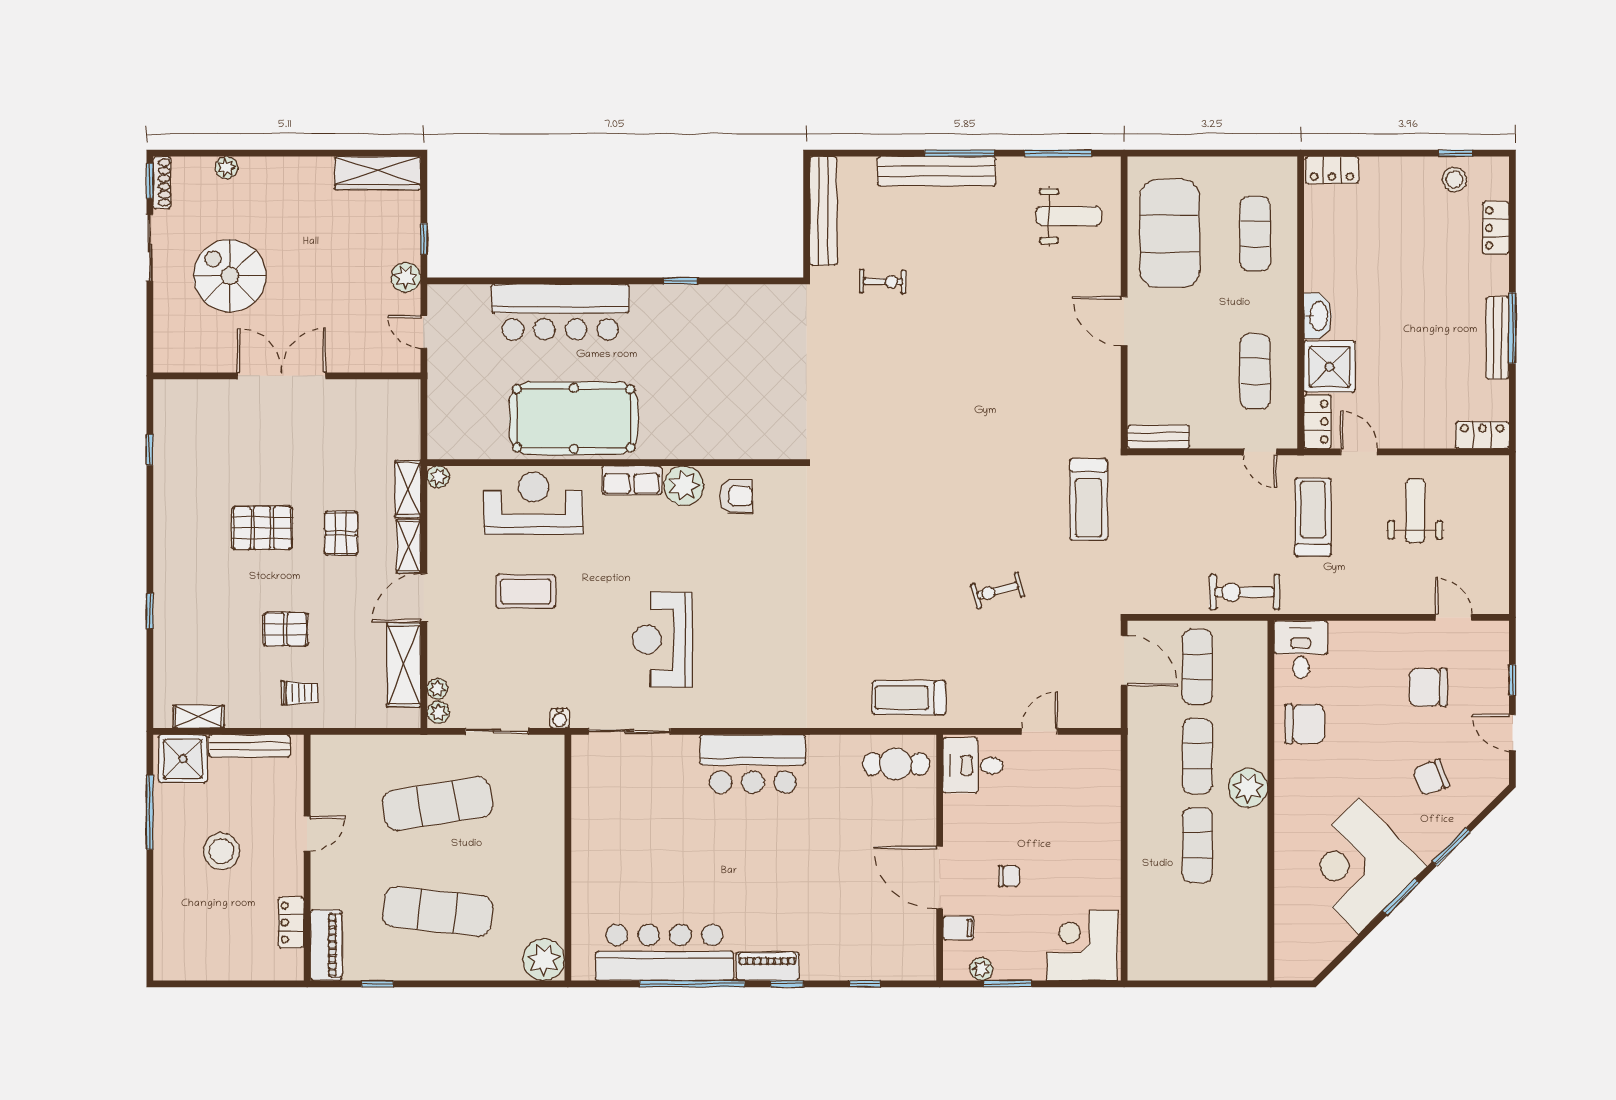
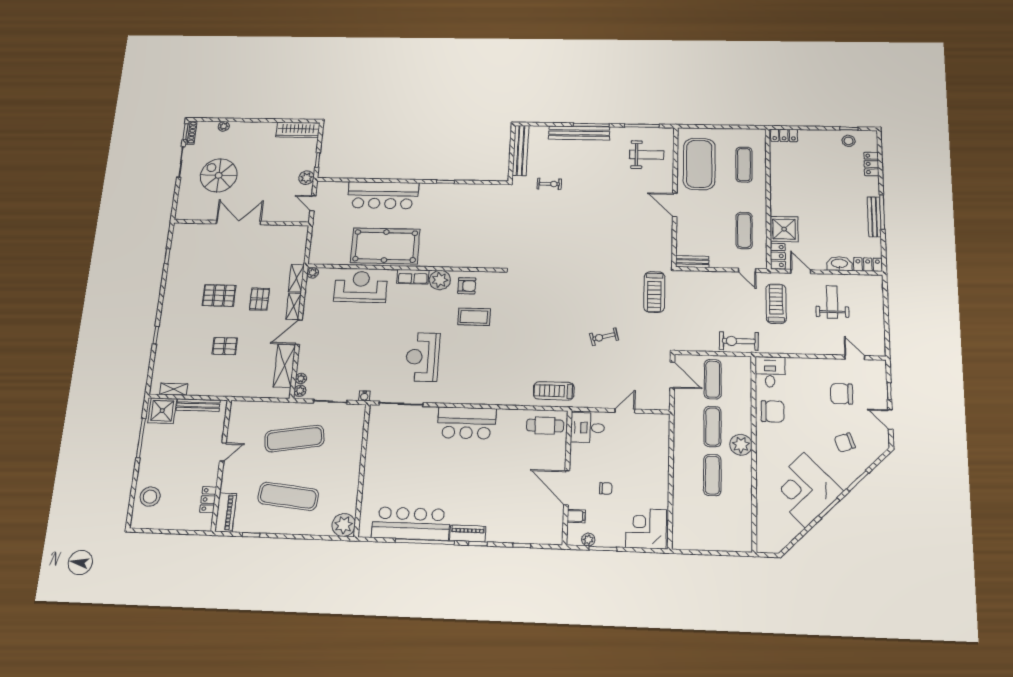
washbasin: (1318, 316) -> (839, 264), moved, turned -90
coffee table: (526, 591) -> (474, 317), moved
trolley: (299, 693) -> (228, 379), removed
stool: (222, 851) -> (150, 497), moved

